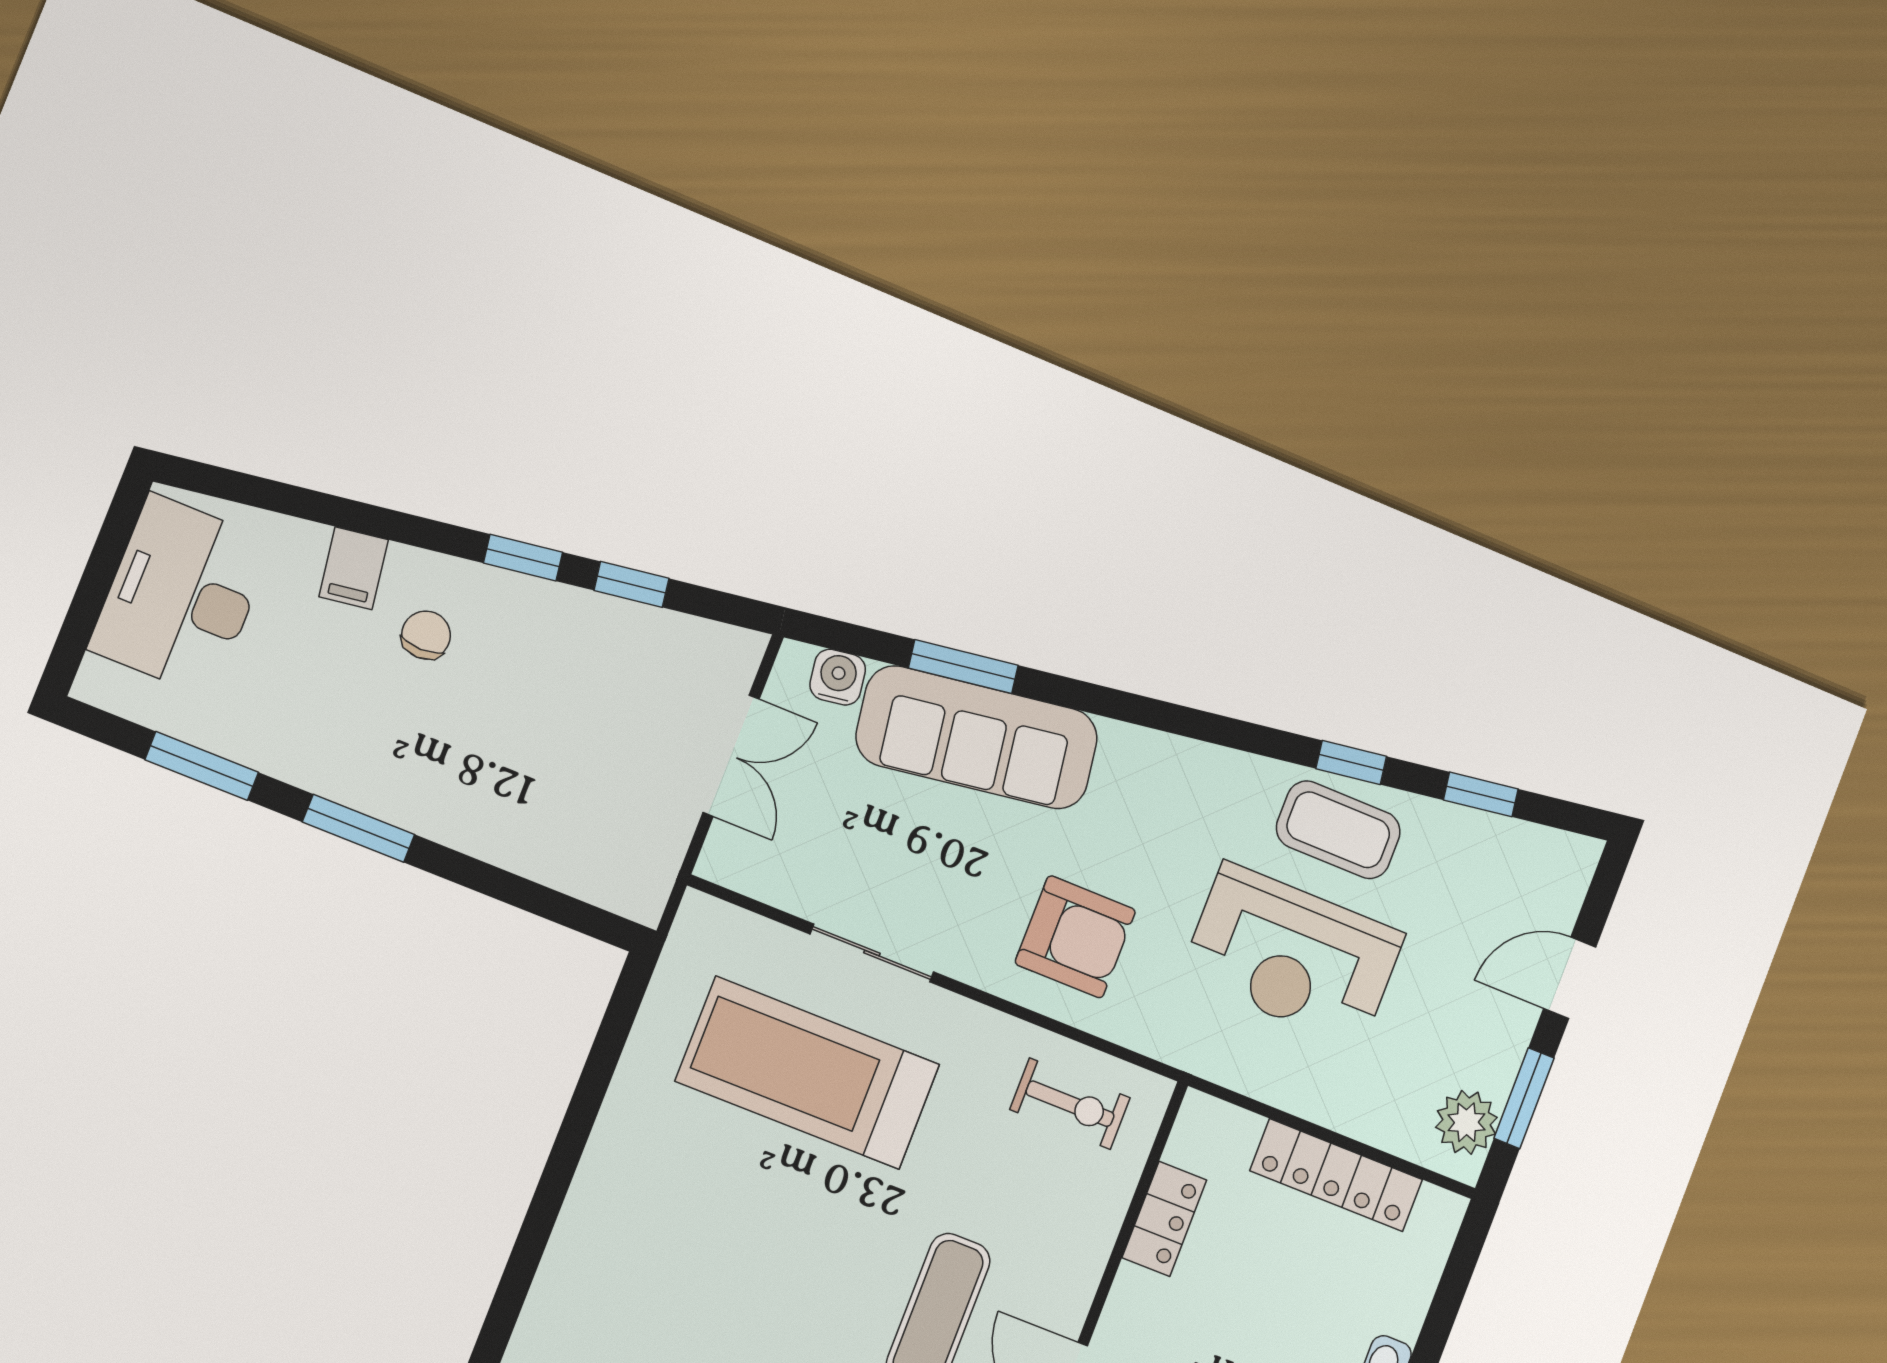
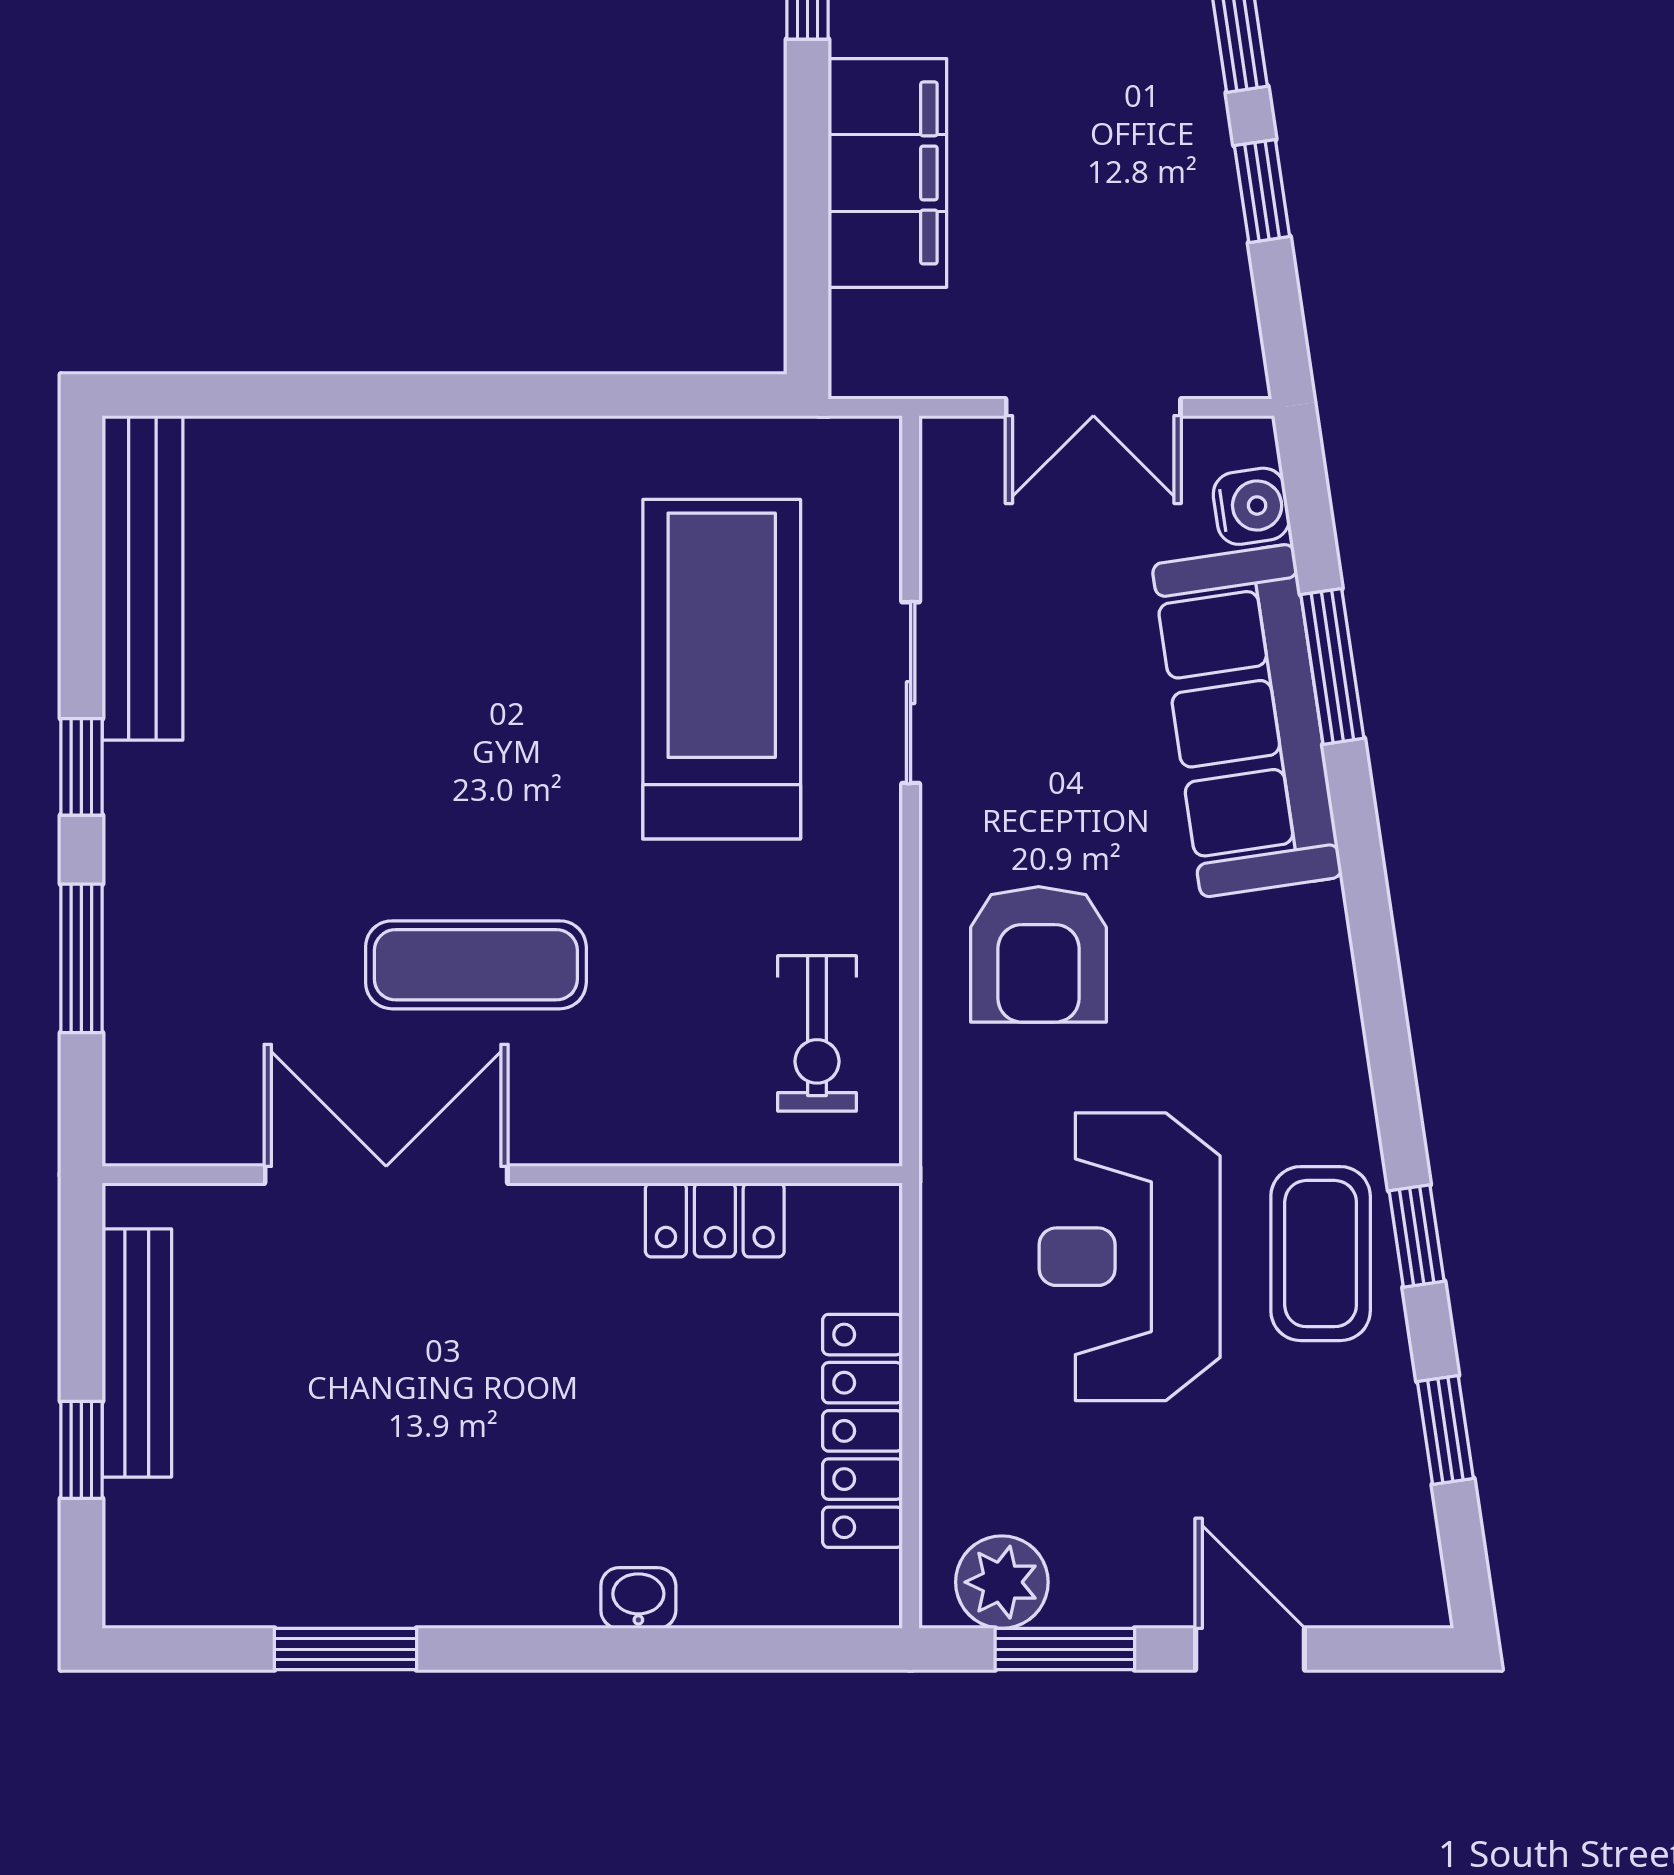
filing cabinet: (521, 830) -> (887, 173), added

